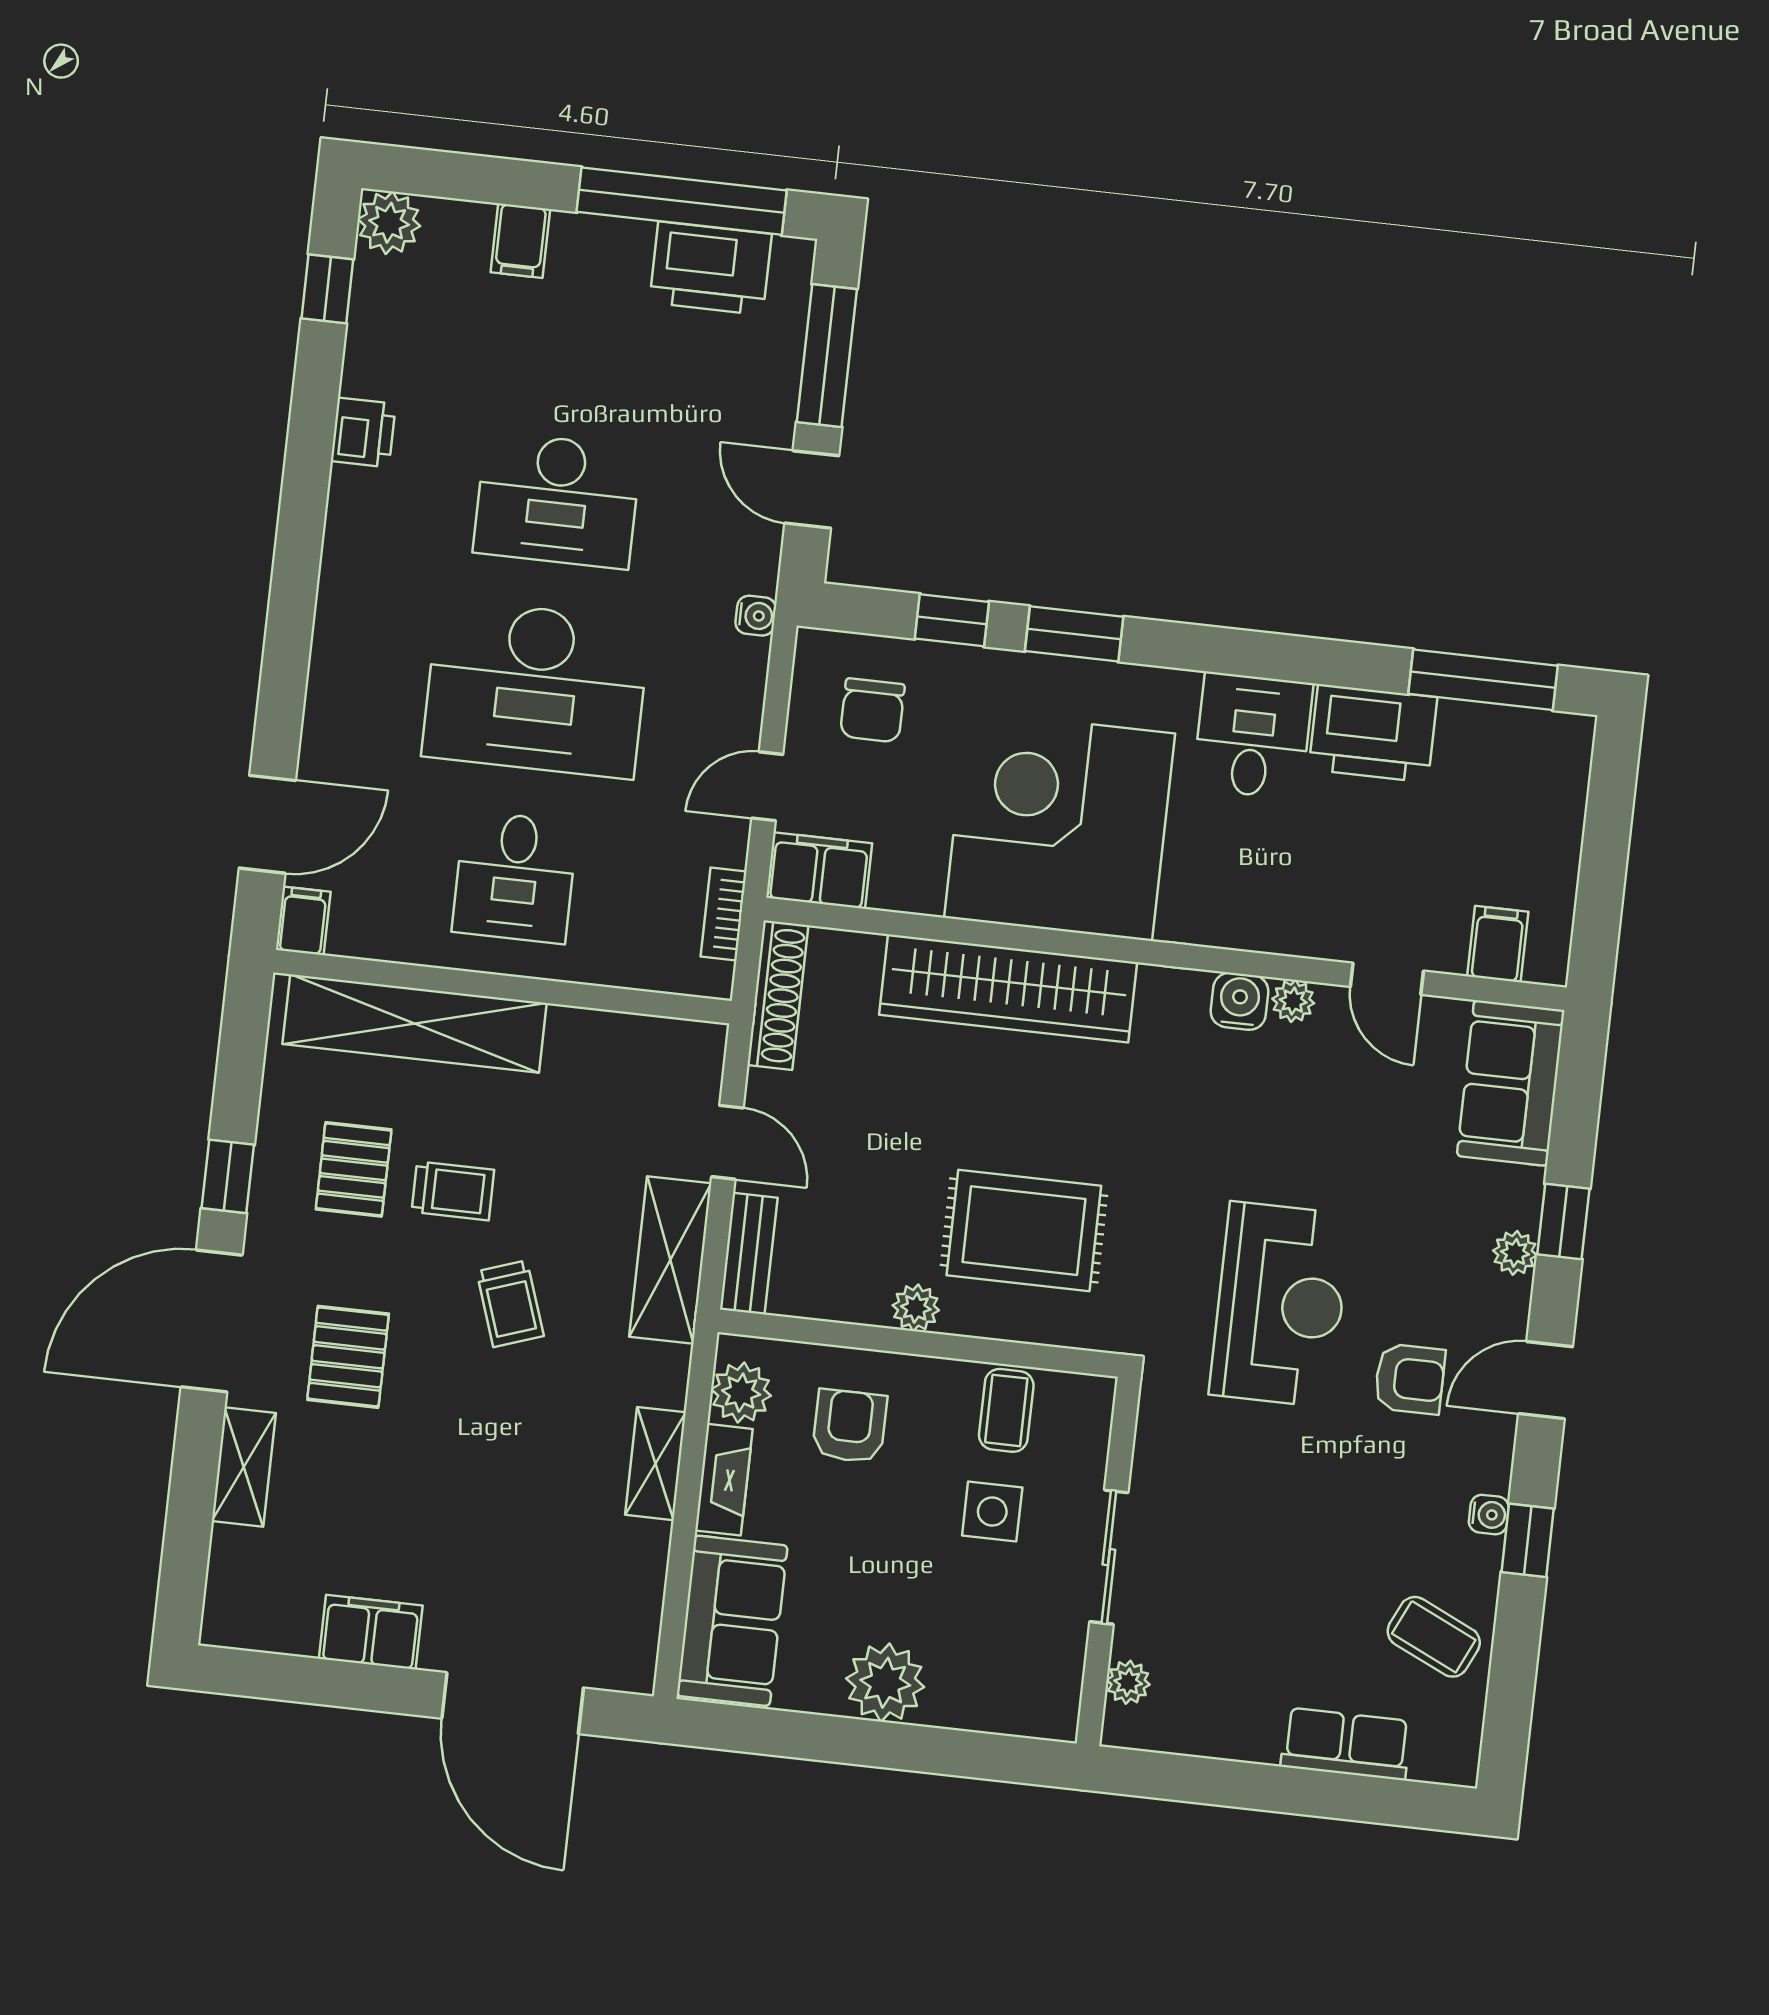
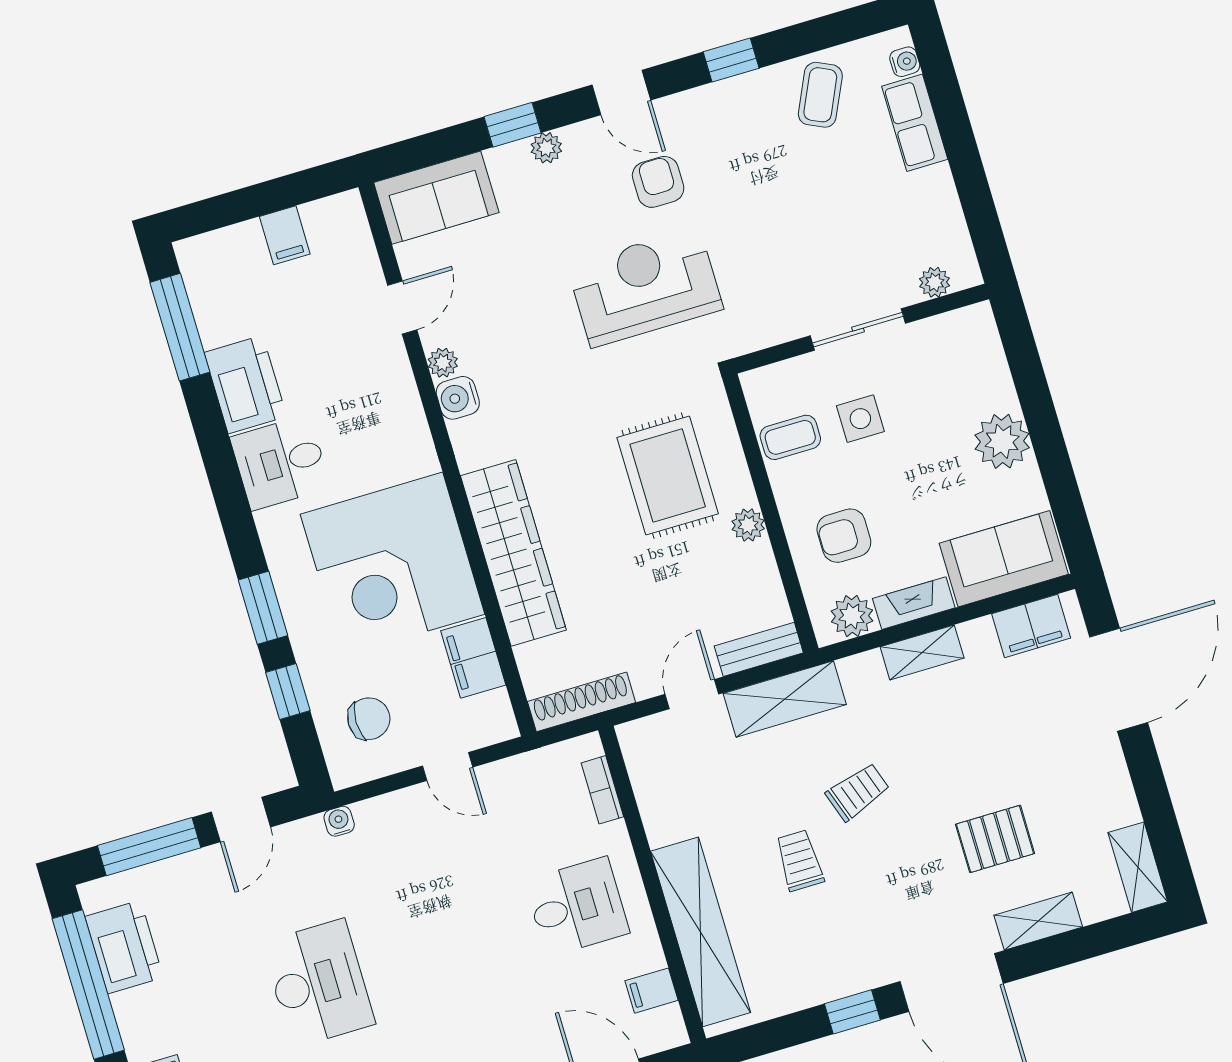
desk: (536, 689) -> (448, 945), removed
filing cabinet: (819, 871) -> (473, 658), moved
bookcase: (724, 914) -> (602, 790), moved, turned 90
filing cabinet: (303, 921) -> (652, 991), moved
filing cabinet: (1498, 944) -> (285, 235), moved, turned -90
pallet: (354, 1169) -> (813, 931), removed
pallet: (348, 1357) -> (995, 839), moved
water cooler: (1489, 1515) -> (905, 62), moved, turned 90
shelving: (259, 1626) -> (1138, 867), added
filing cabinet: (371, 1632) -> (1031, 626), moved, turned -90

